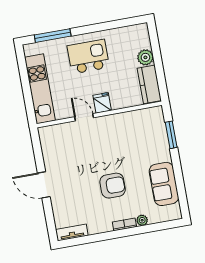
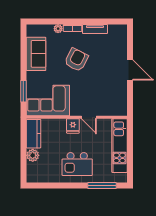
corner sofa: (139, 129) -> (48, 100), added
armchair: (113, 186) -> (76, 60), turned 117
tv unit: (72, 232) -> (95, 29), moved

